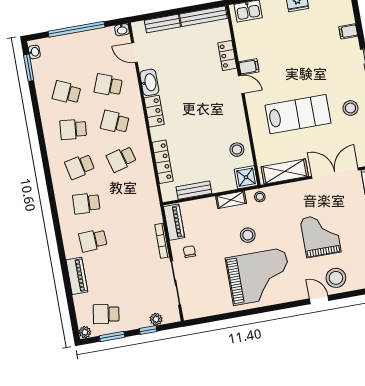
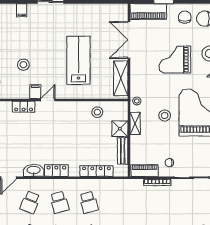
stool: (350, 108) -> (23, 65), moved
school desk: (115, 122) -> (59, 202), turned -39
shower: (246, 177) -> (120, 129), moved

